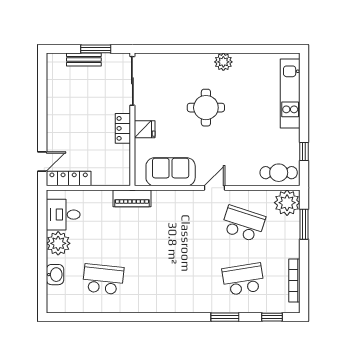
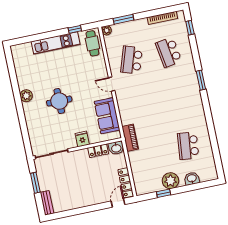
bench: (84, 60) -> (47, 203), moved
kitchen unit: (290, 93) -> (56, 43), moved
locker: (123, 128) -> (98, 151), moved
door: (42, 161) -> (118, 203), hinge flipped
washbasin: (122, 175) -> (116, 148), added
plant: (287, 203) -> (107, 30), width x0.53, depth x0.53
desk: (63, 215) -> (151, 181), removed
window: (42, 230) -> (164, 193), added
window: (225, 317) -> (201, 80), moved

